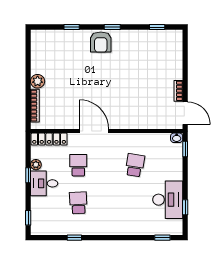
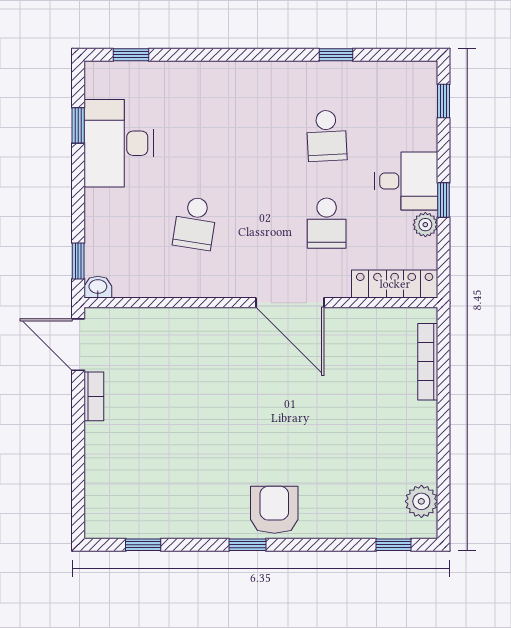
window: (72, 27) -> (394, 545), moved
plant: (38, 81) -> (421, 501), moved

